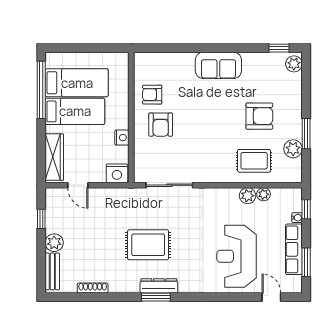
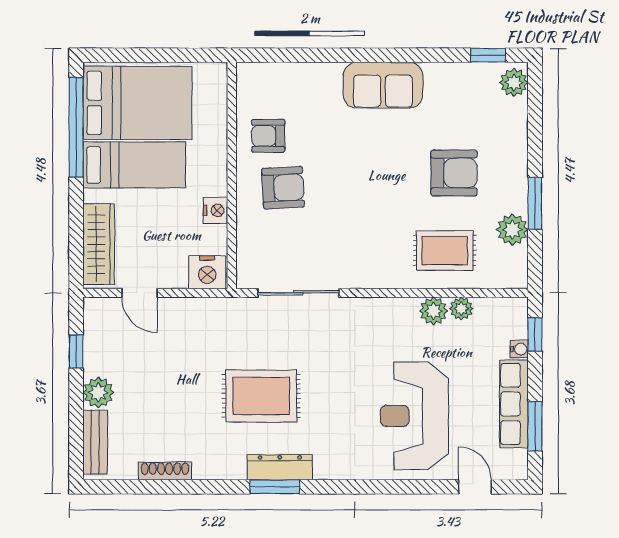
bed: (77, 83) -> (137, 103), width x1.50
armchair: (161, 125) -> (283, 188), turned -93

